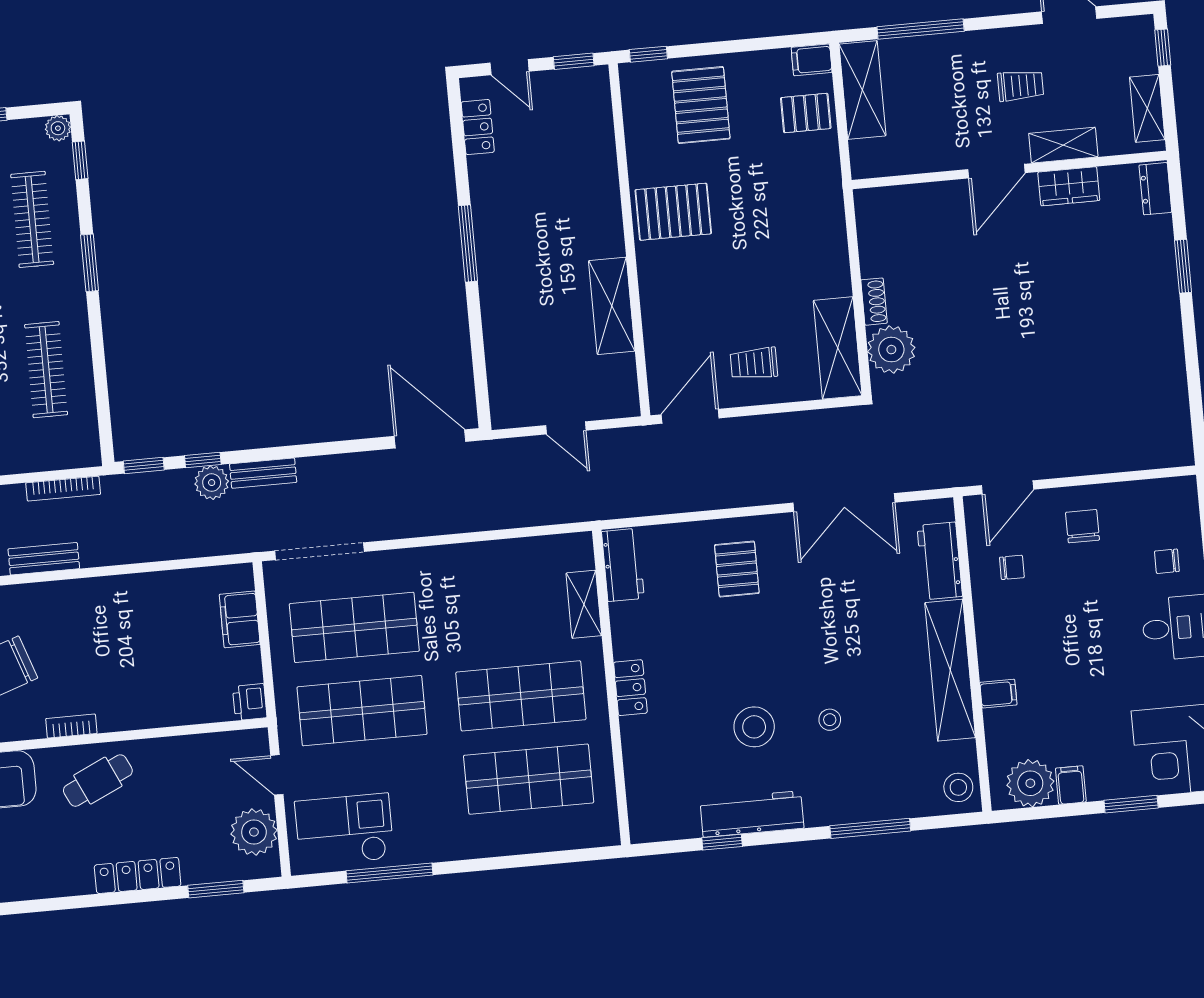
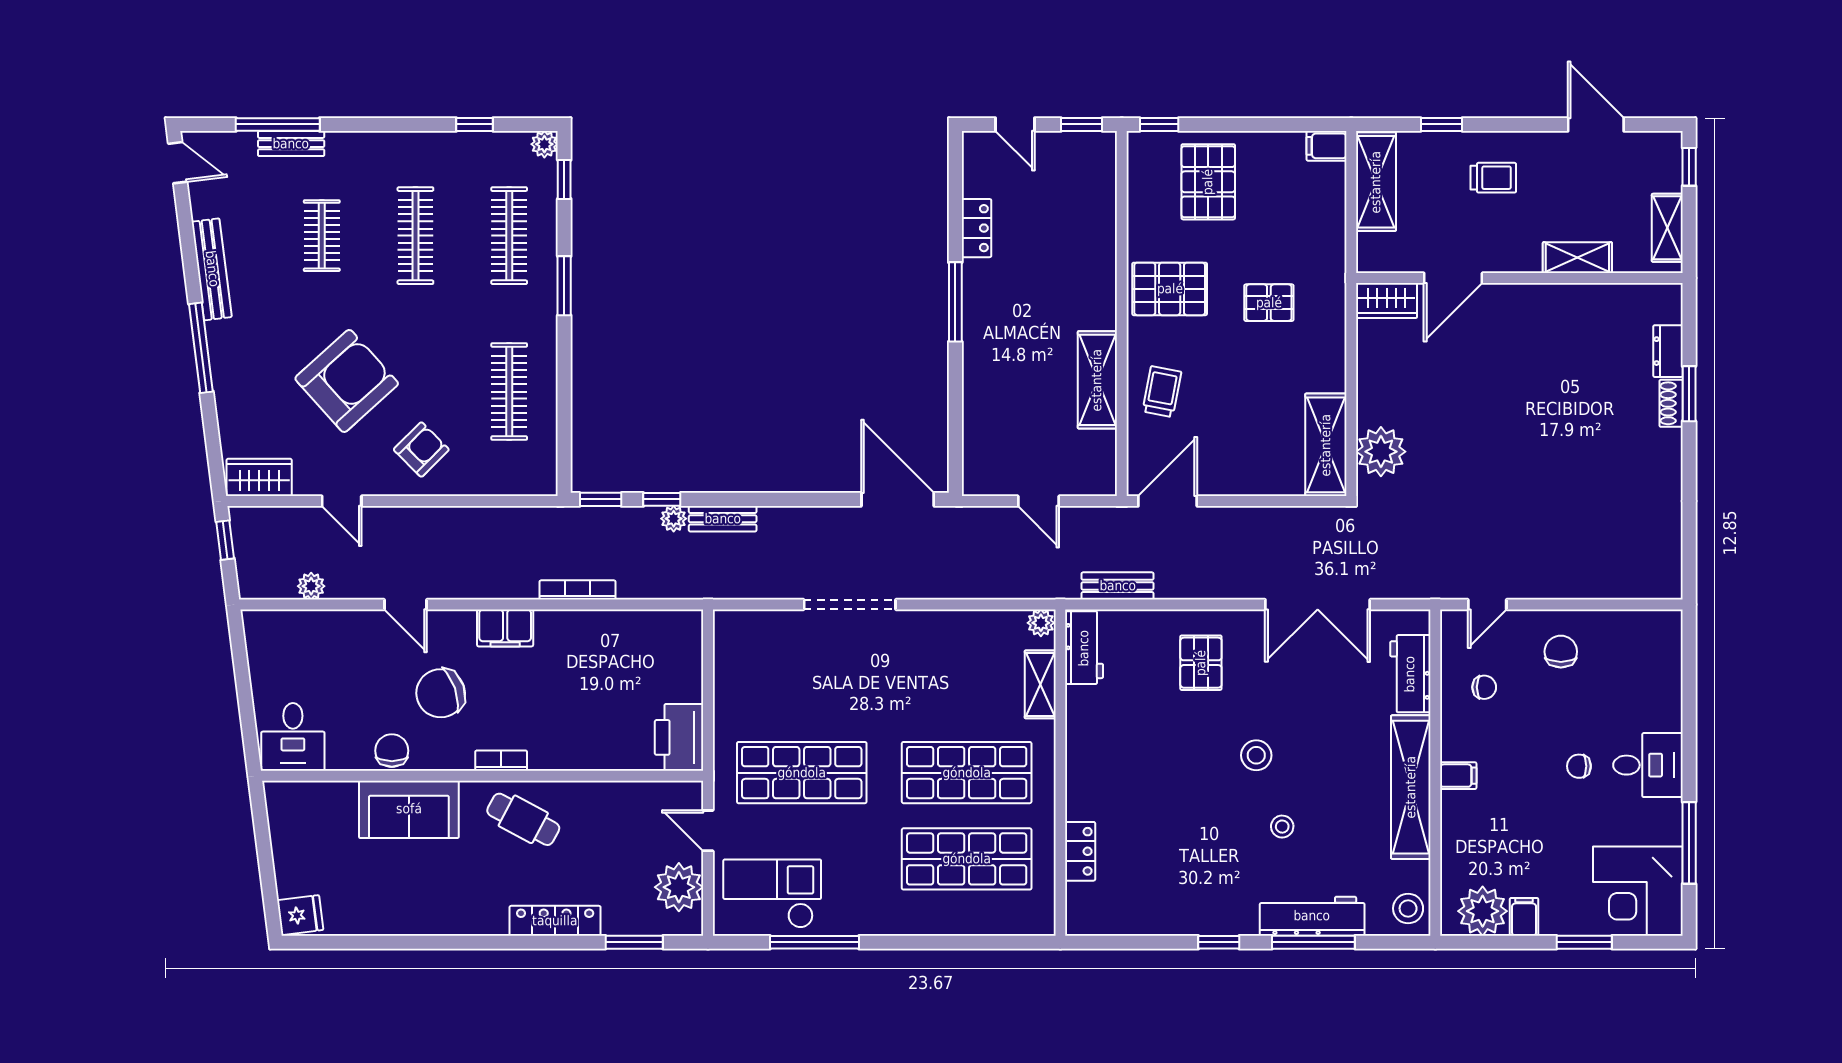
window: (921, 29) -> (1442, 124), width x0.46
trolley: (1020, 86) -> (1493, 178), moved
pallet: (806, 113) -> (1269, 303), moved
locker: (478, 127) -> (976, 228), moved
door: (996, 171) -> (1453, 278), moved
wardrobe: (1069, 186) -> (1387, 301), moved
dresser: (1155, 189) -> (1668, 351), moved
shoe rack: (874, 302) -> (1671, 403), moved, turned 180
trolley: (754, 363) -> (1162, 392), moved, turned 101
plant: (212, 483) -> (674, 519), width x0.73, depth x0.73
door: (1007, 487) -> (1487, 604), width x0.73
bookcase: (63, 489) -> (578, 590), moved, turned 180
plant: (579, 545) -> (1041, 623), added
doorway: (319, 551) -> (850, 604), moved
bench: (44, 559) -> (1118, 586), moved
chair: (1167, 561) -> (1579, 766), moved
filing cabinet: (240, 619) -> (505, 628), moved, turned -90
shop shelf: (354, 627) -> (802, 686), removed
locker: (630, 688) -> (1080, 851), moved
filing cabinet: (998, 694) -> (1458, 776), moved
printer: (250, 702) -> (679, 737), width x1.87, depth x1.48
stool: (754, 727) -> (1256, 755), moved, width x0.73, depth x0.73
cafe table: (98, 781) -> (523, 819), turned 53
workbench: (752, 814) -> (1312, 916), moved
window: (722, 842) -> (1219, 942), moved

